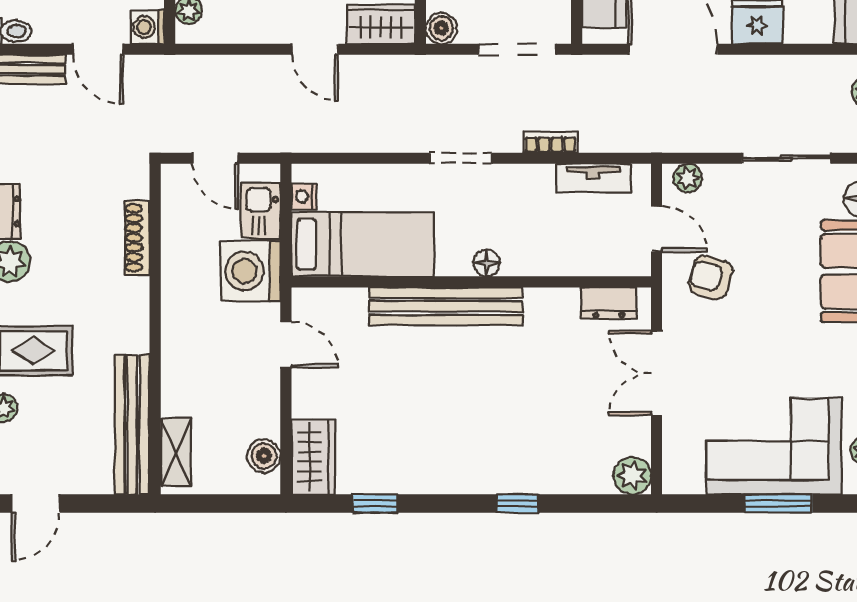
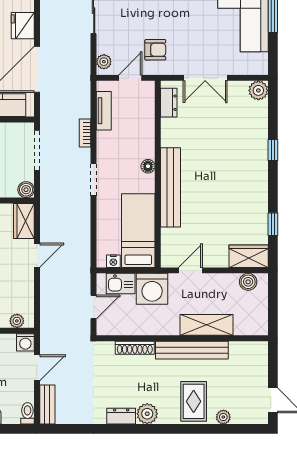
armchair: (711, 277) -> (155, 50), turned -106
bench: (132, 425) -> (192, 350), moved
shelving: (176, 452) -> (207, 325), moved, width x1.50, depth x1.33

